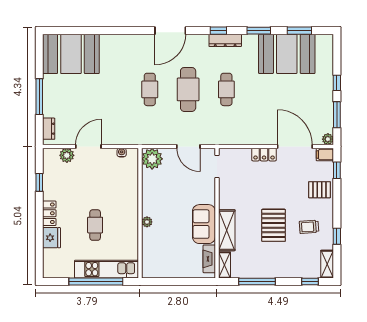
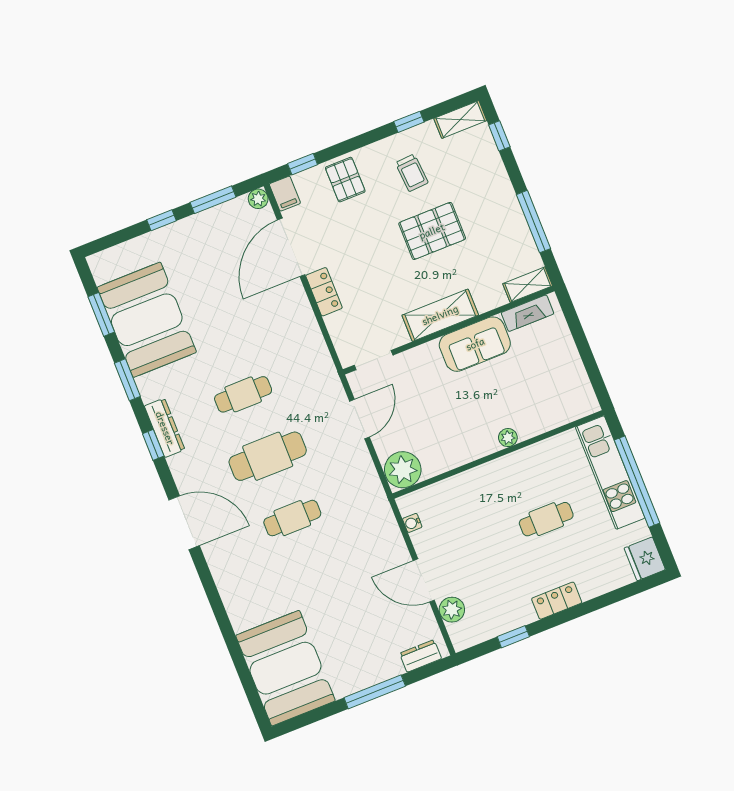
shelving: (227, 230) -> (440, 315), moved
fridge: (51, 238) -> (645, 559), moved, turned -90

